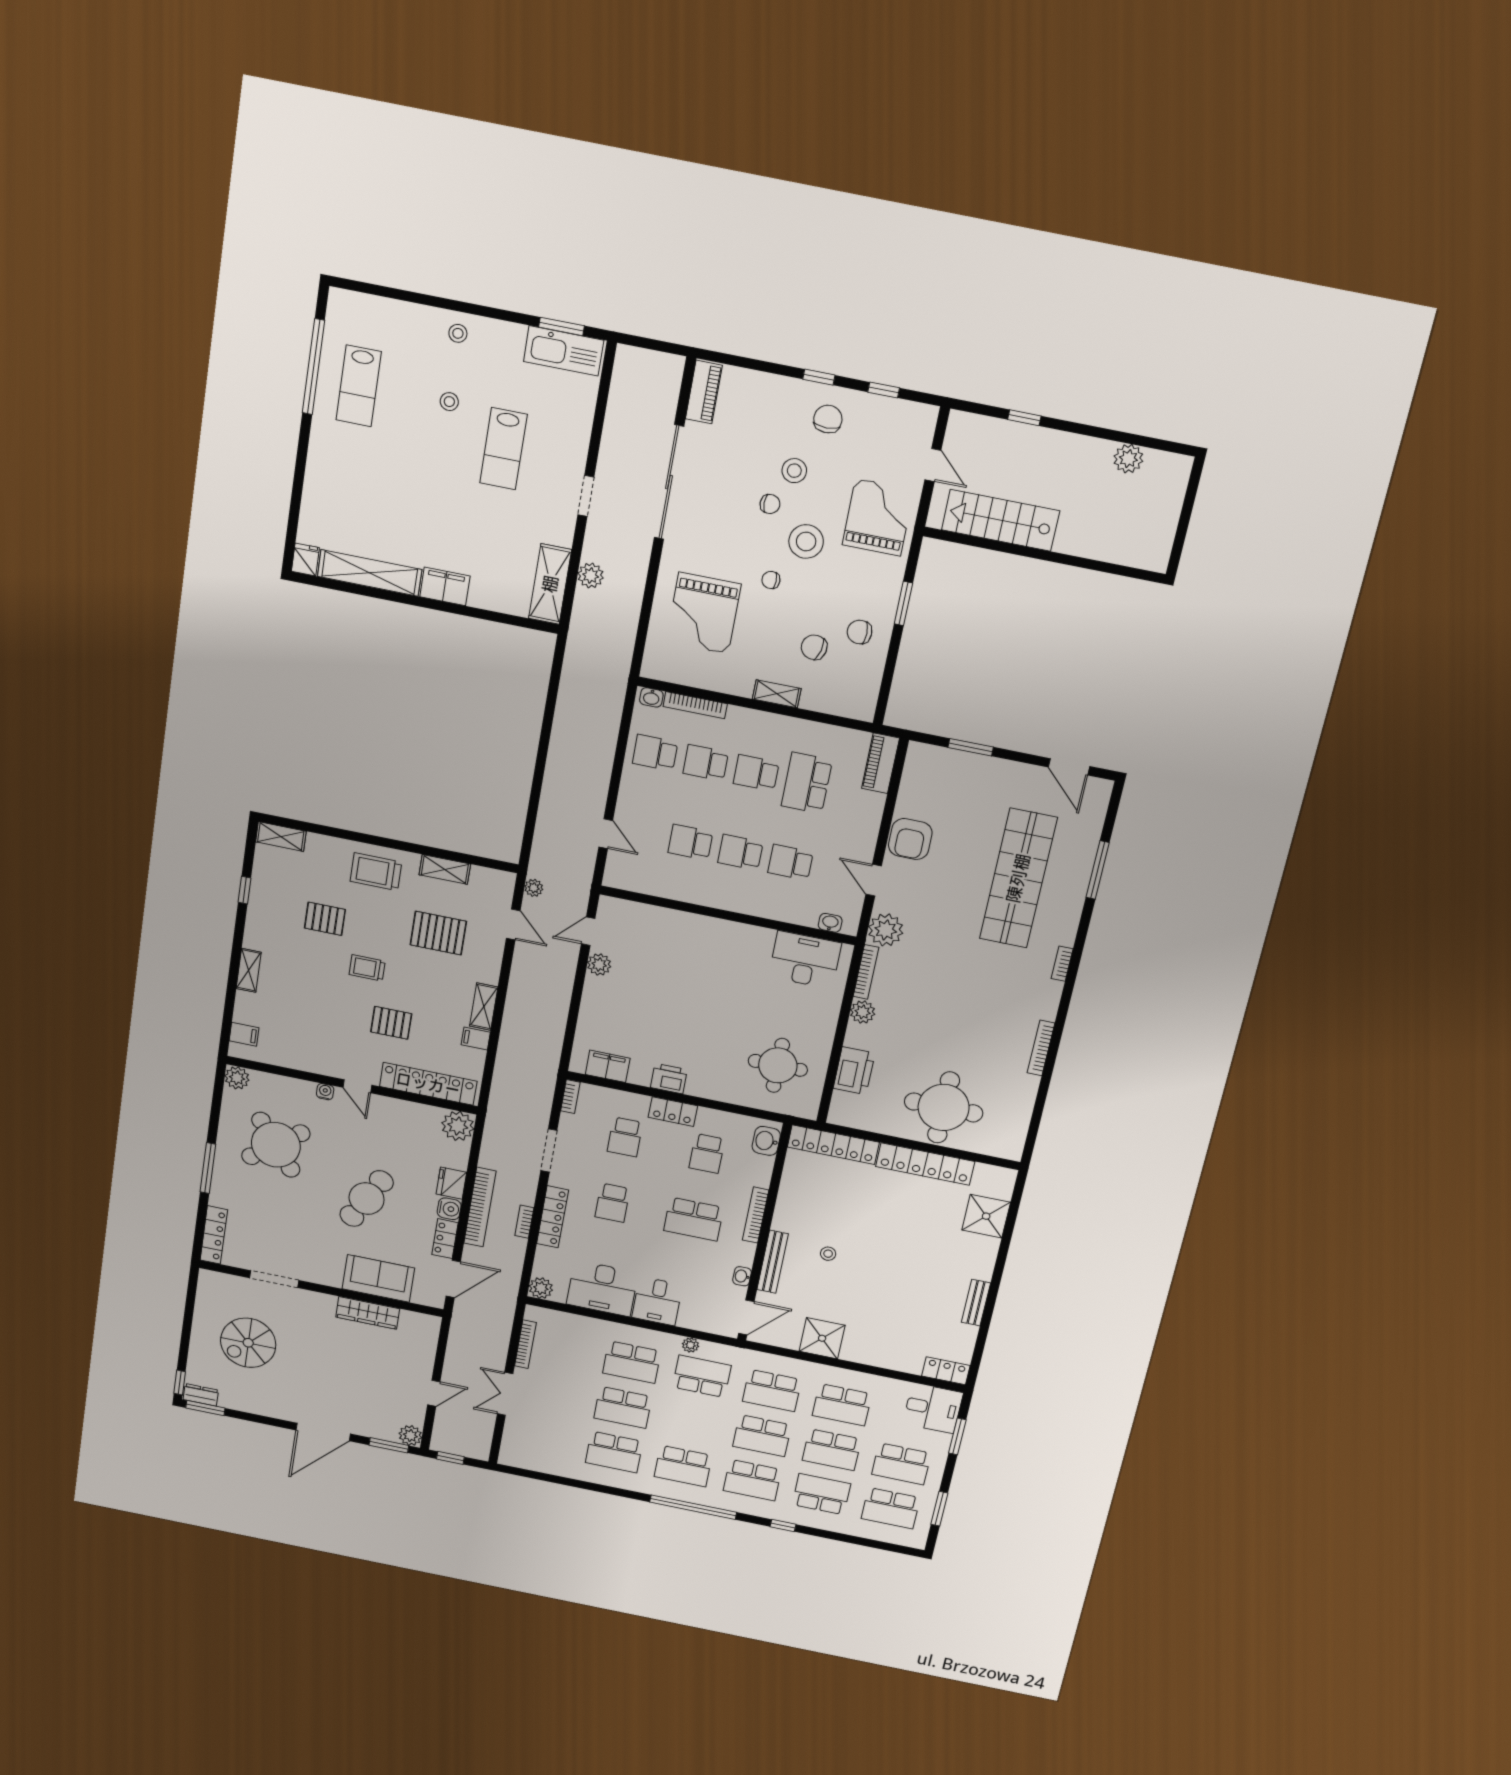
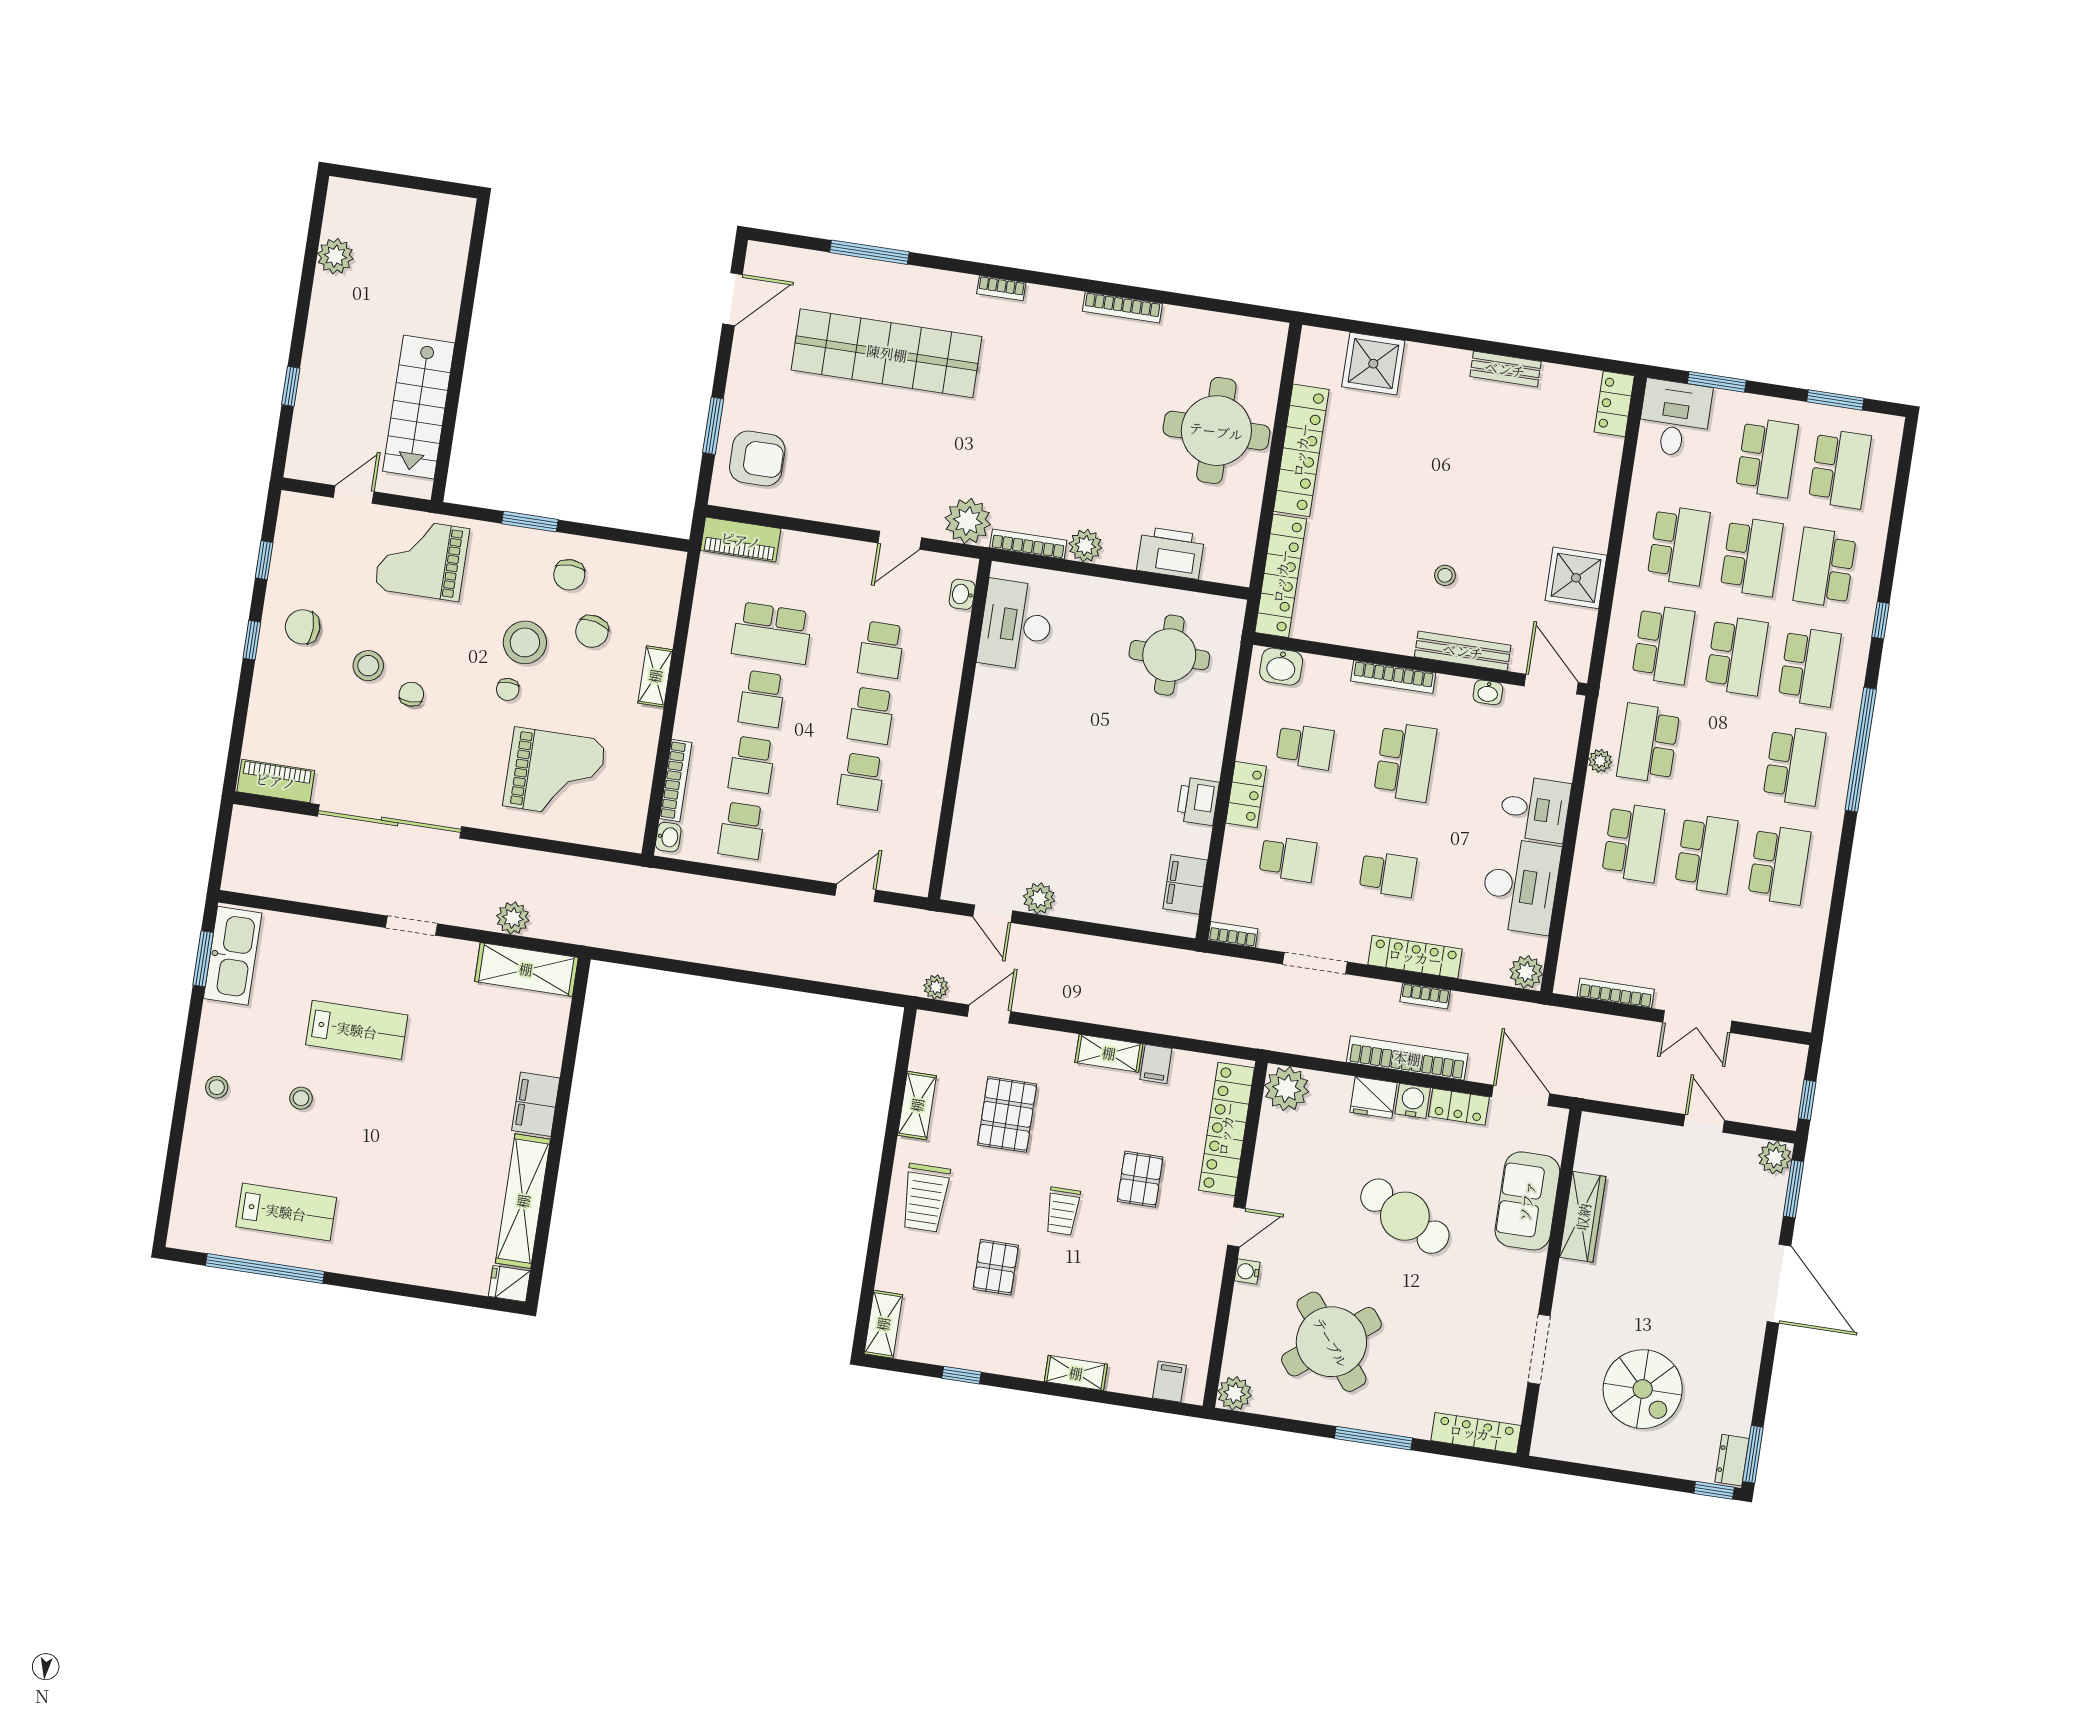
stool: (806, 541) -> (525, 642), moved
armchair: (910, 839) -> (757, 458), moved

